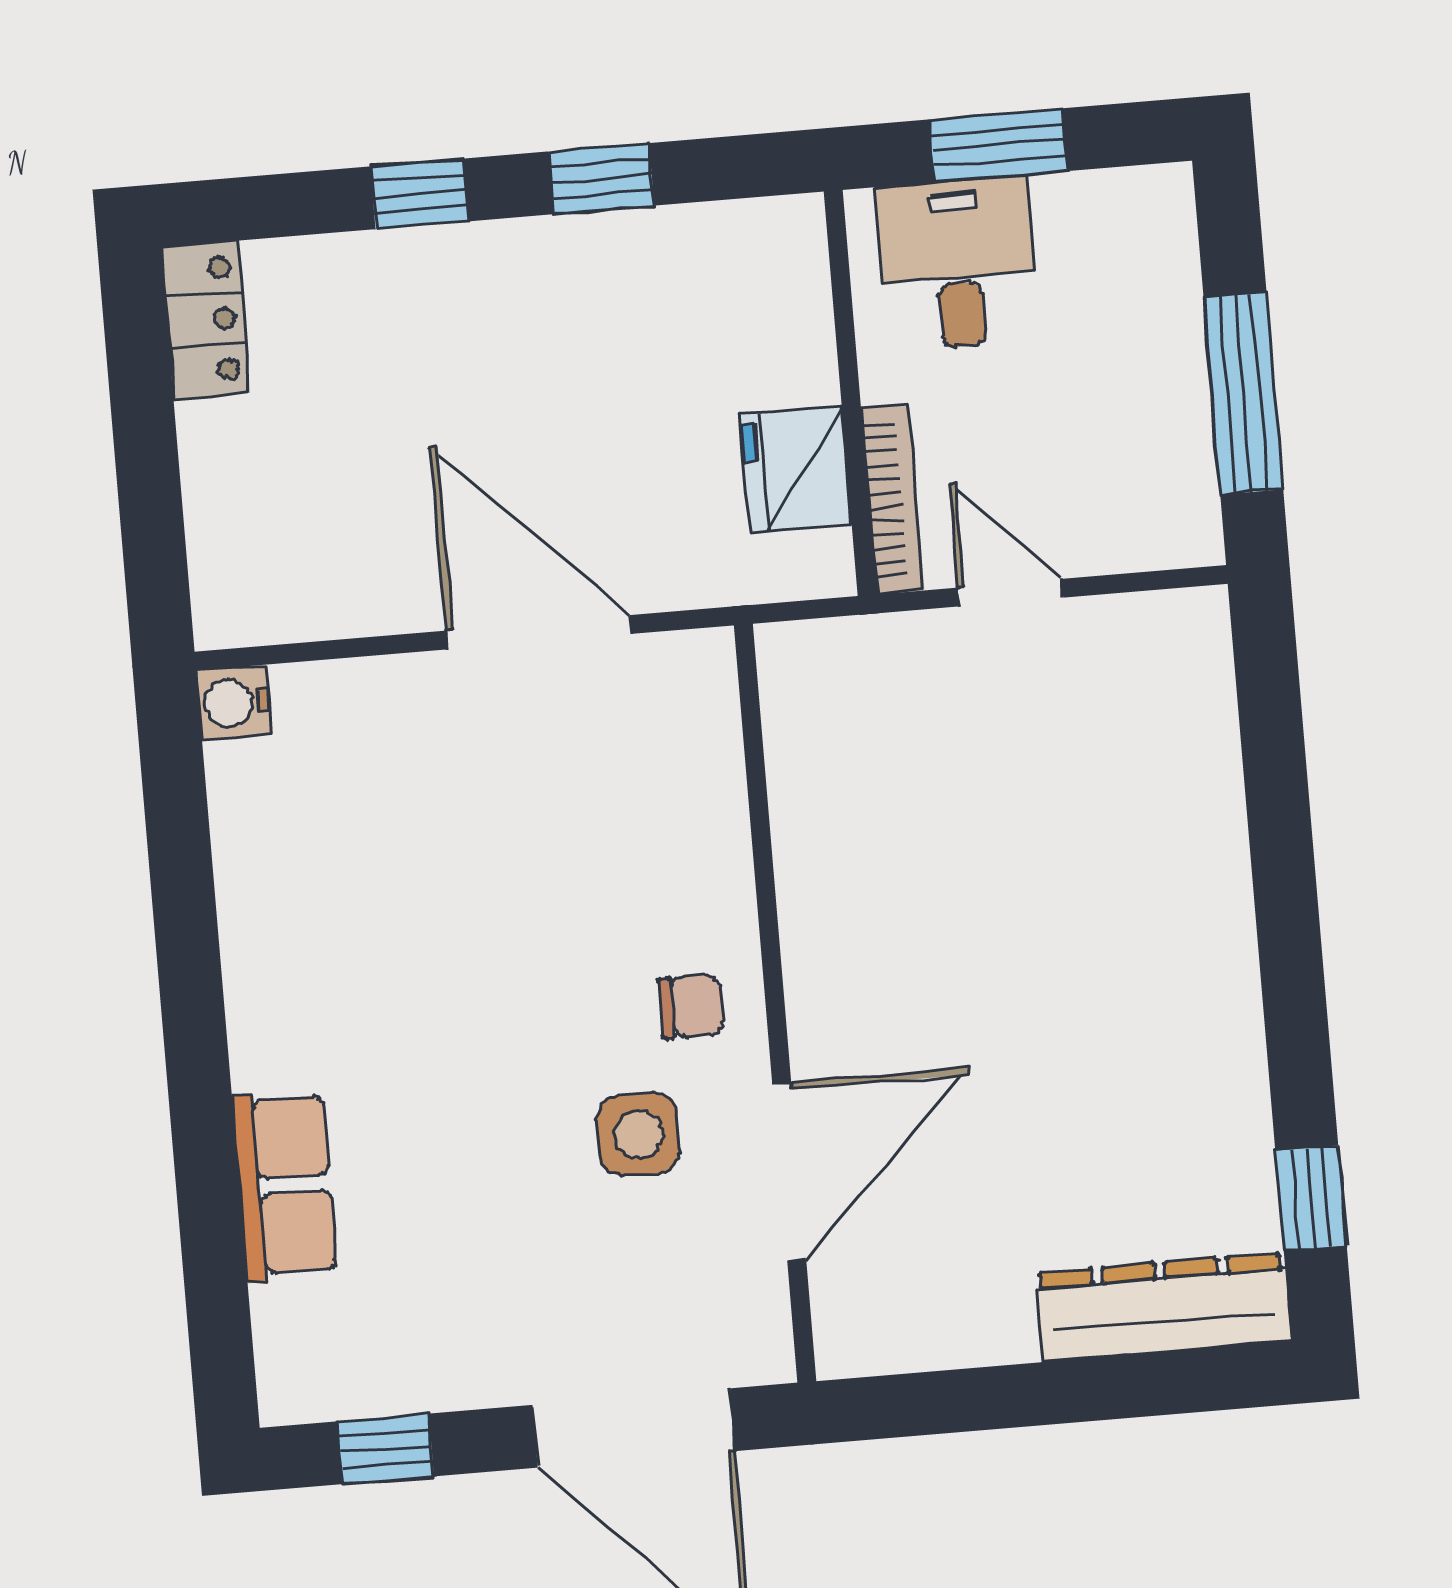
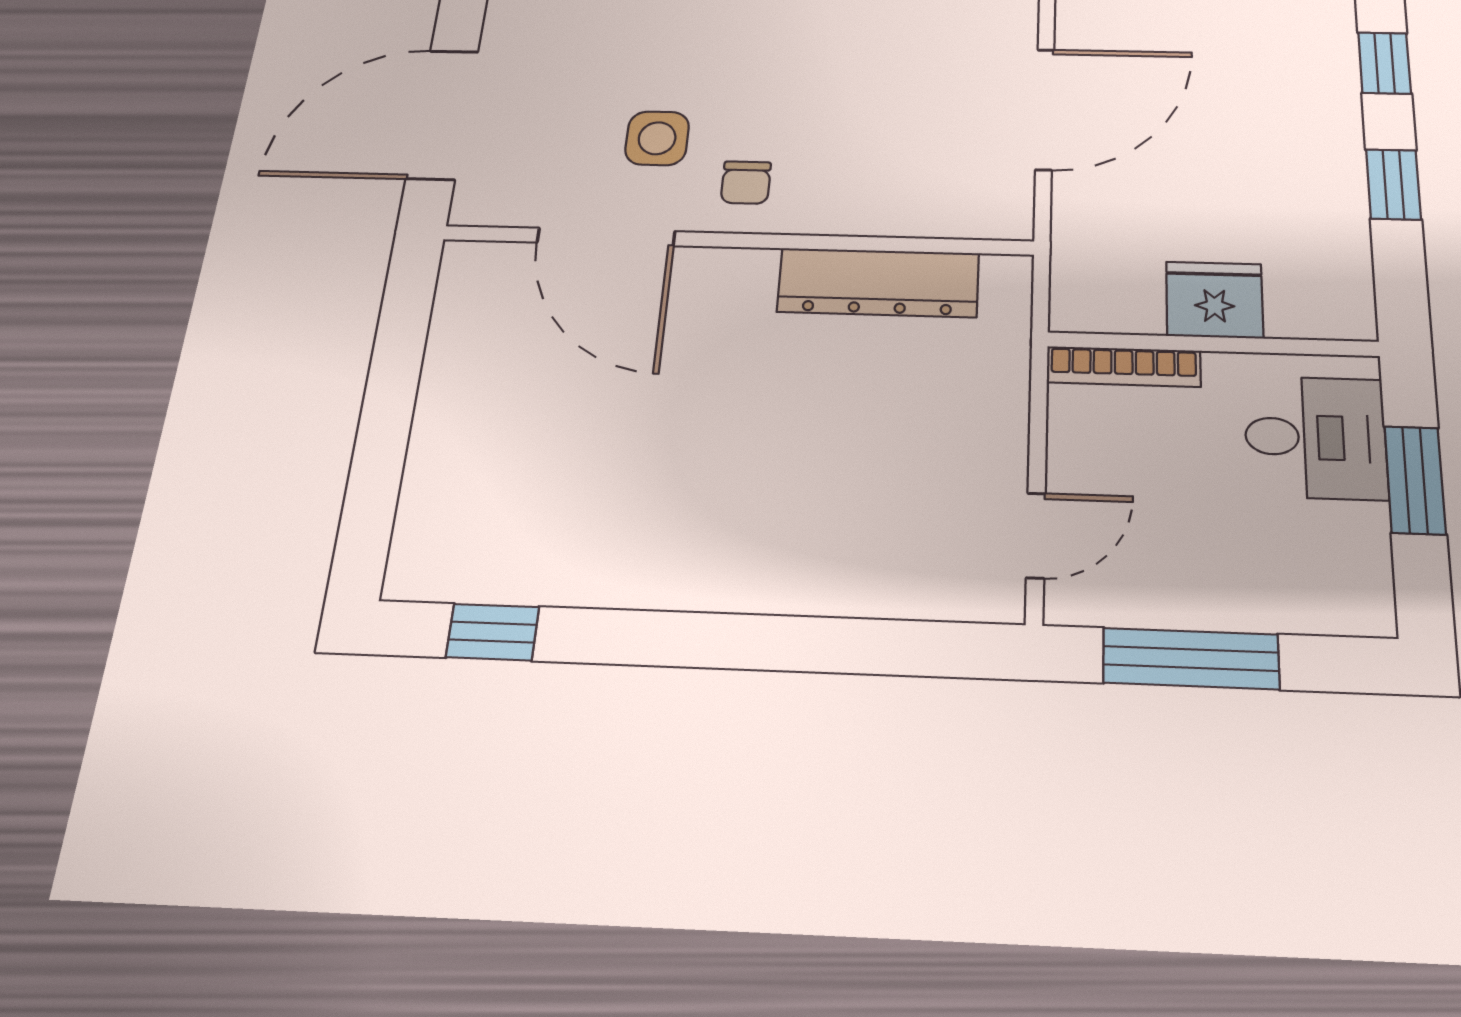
fridge: (796, 469) -> (1214, 300), moved
door: (1010, 593) -> (1036, 535), moved
dresser: (1163, 1307) -> (878, 282), moved, turned 90

